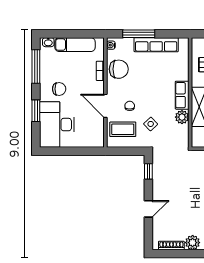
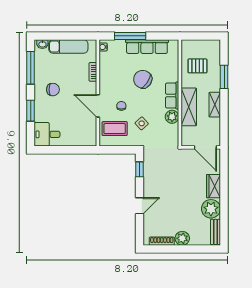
chair: (119, 69) -> (143, 79), moved, turned -146
desk: (57, 125) -> (47, 134), width x0.53, depth x0.77

